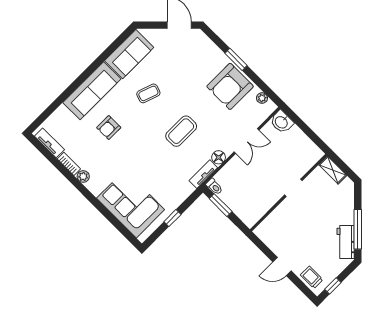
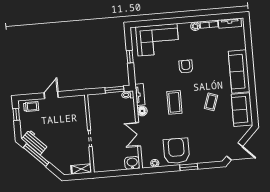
armchair: (109, 128) -> (186, 67), moved

